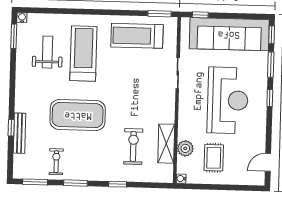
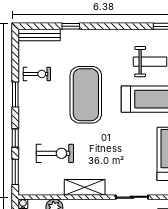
bench: (19, 133) -> (39, 35), moved
shelving: (166, 144) -> (85, 187), moved
window: (35, 182) -> (15, 172), moved

